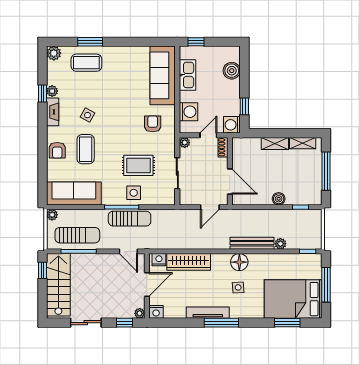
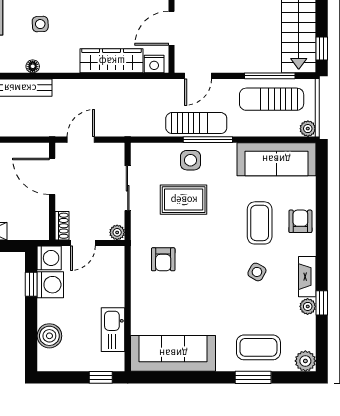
sofa: (163, 75) -> (173, 353), moved, turned -90
washing machine: (188, 112) -> (50, 285), moved, turned 180
sun lounger: (130, 219) -> (196, 123), turned 180
door: (128, 251) -> (198, 76), swing flipped
floor lamp: (239, 262) -> (33, 66), width x0.53, depth x0.53

